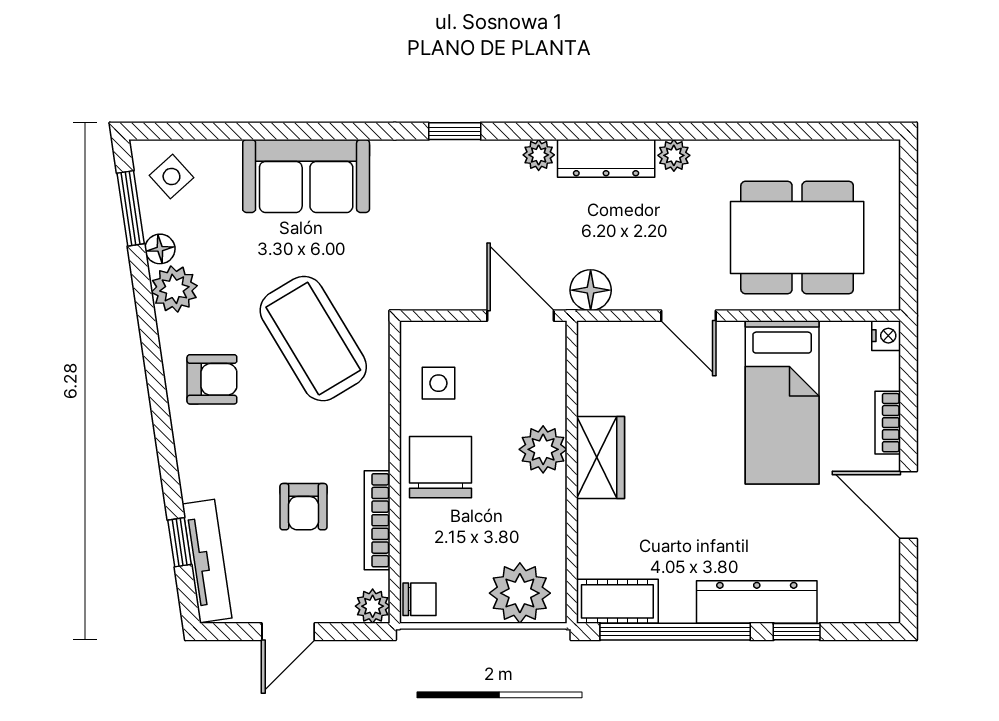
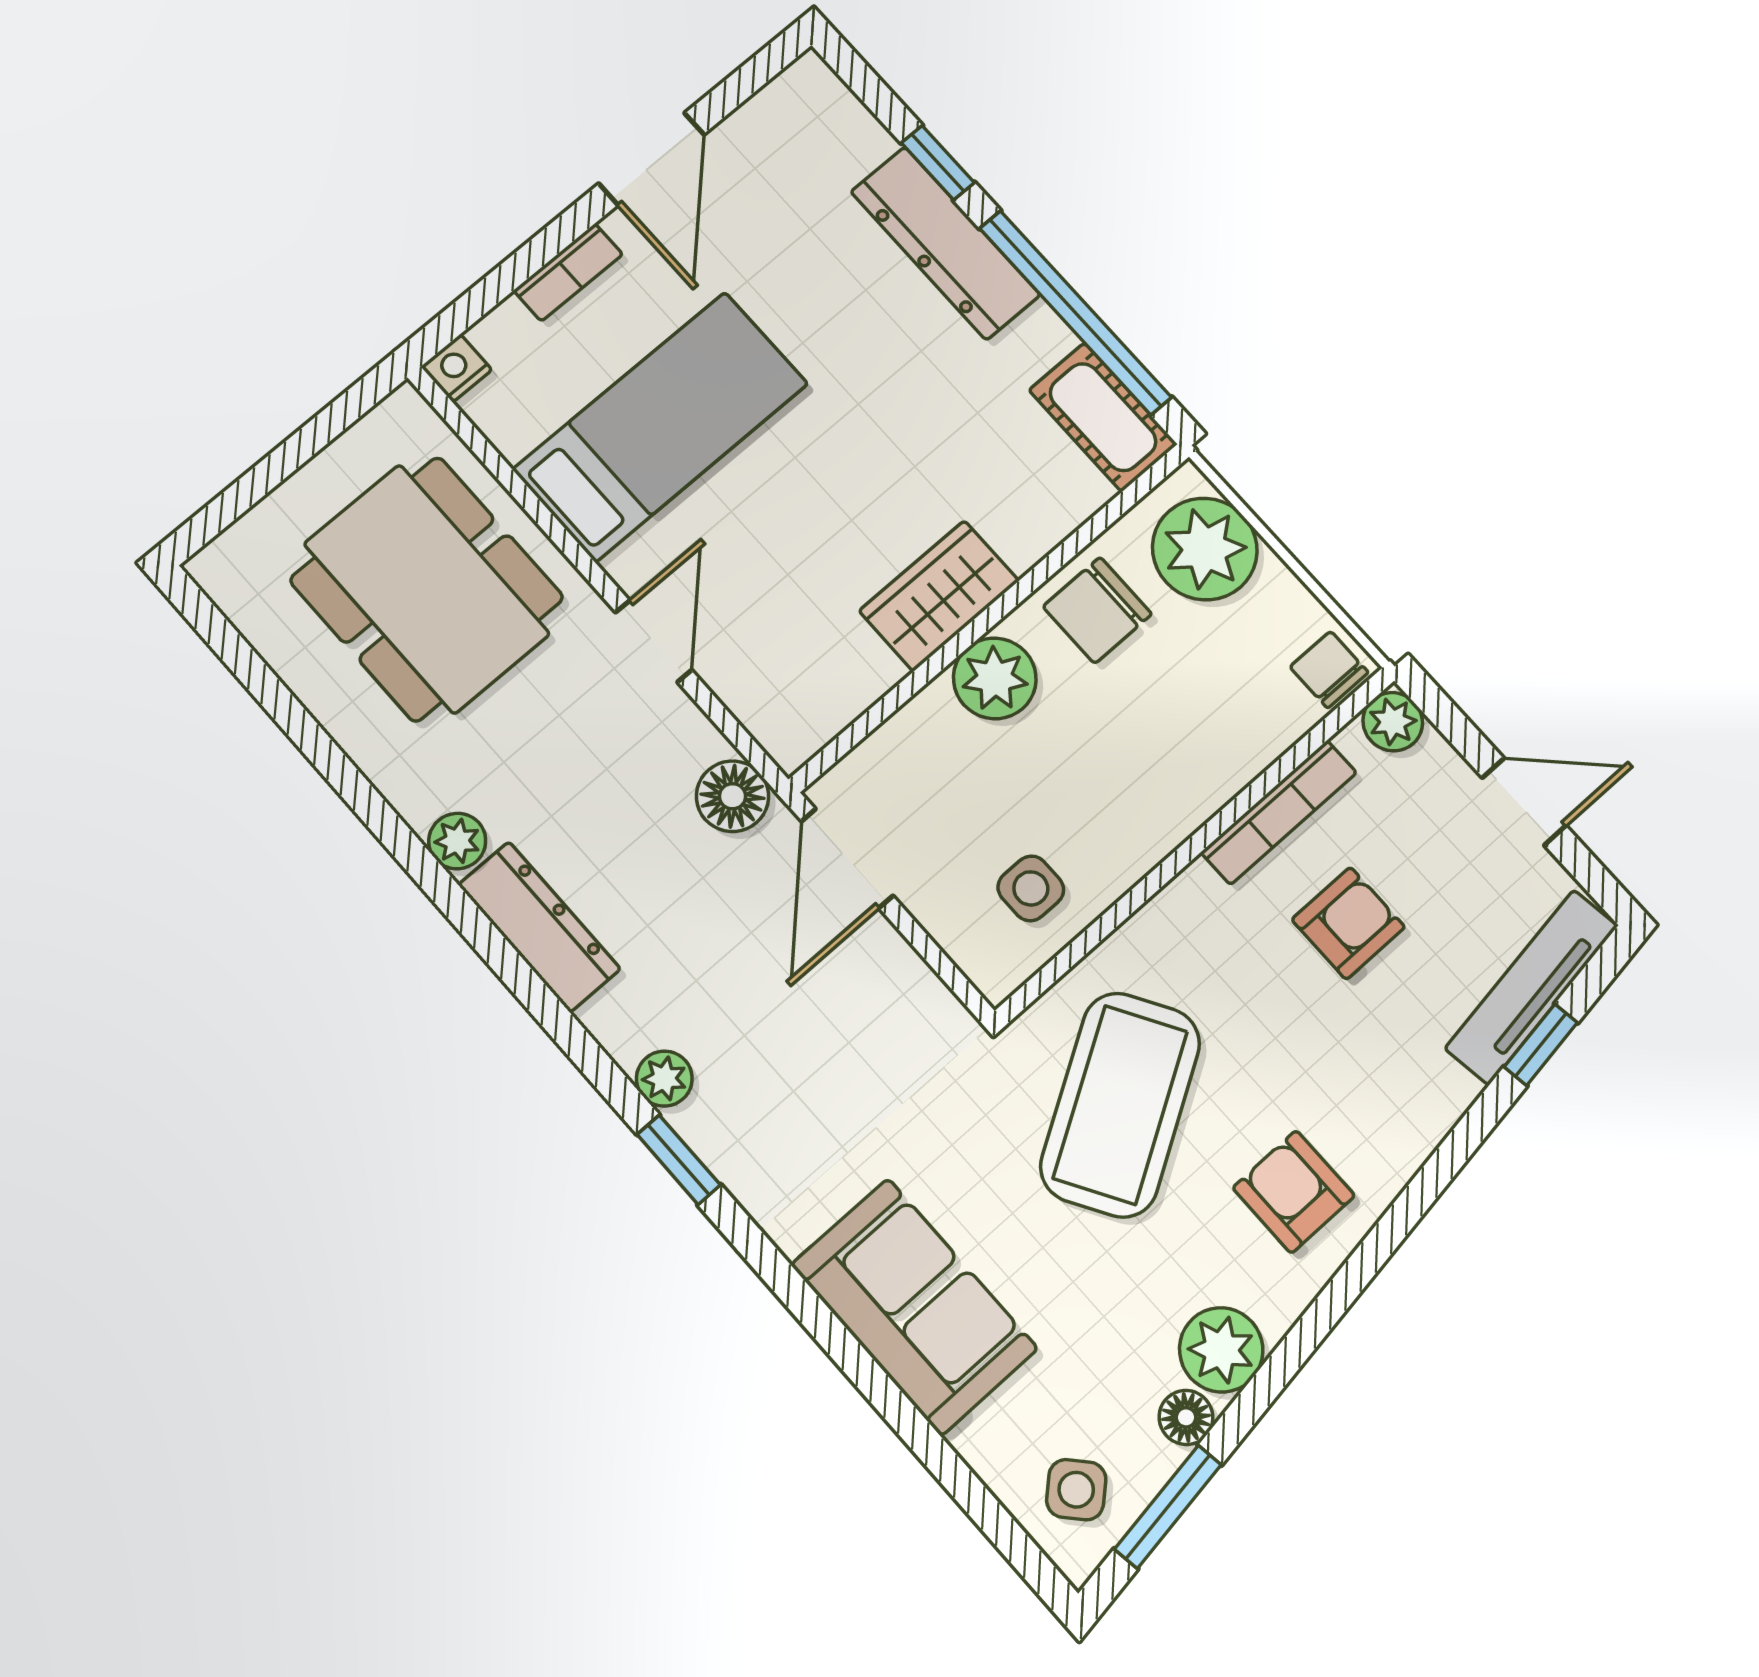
plant: (539, 155) -> (664, 1079), moved
chair: (440, 467) -> (1097, 610), moved, width x0.73, depth x0.73

